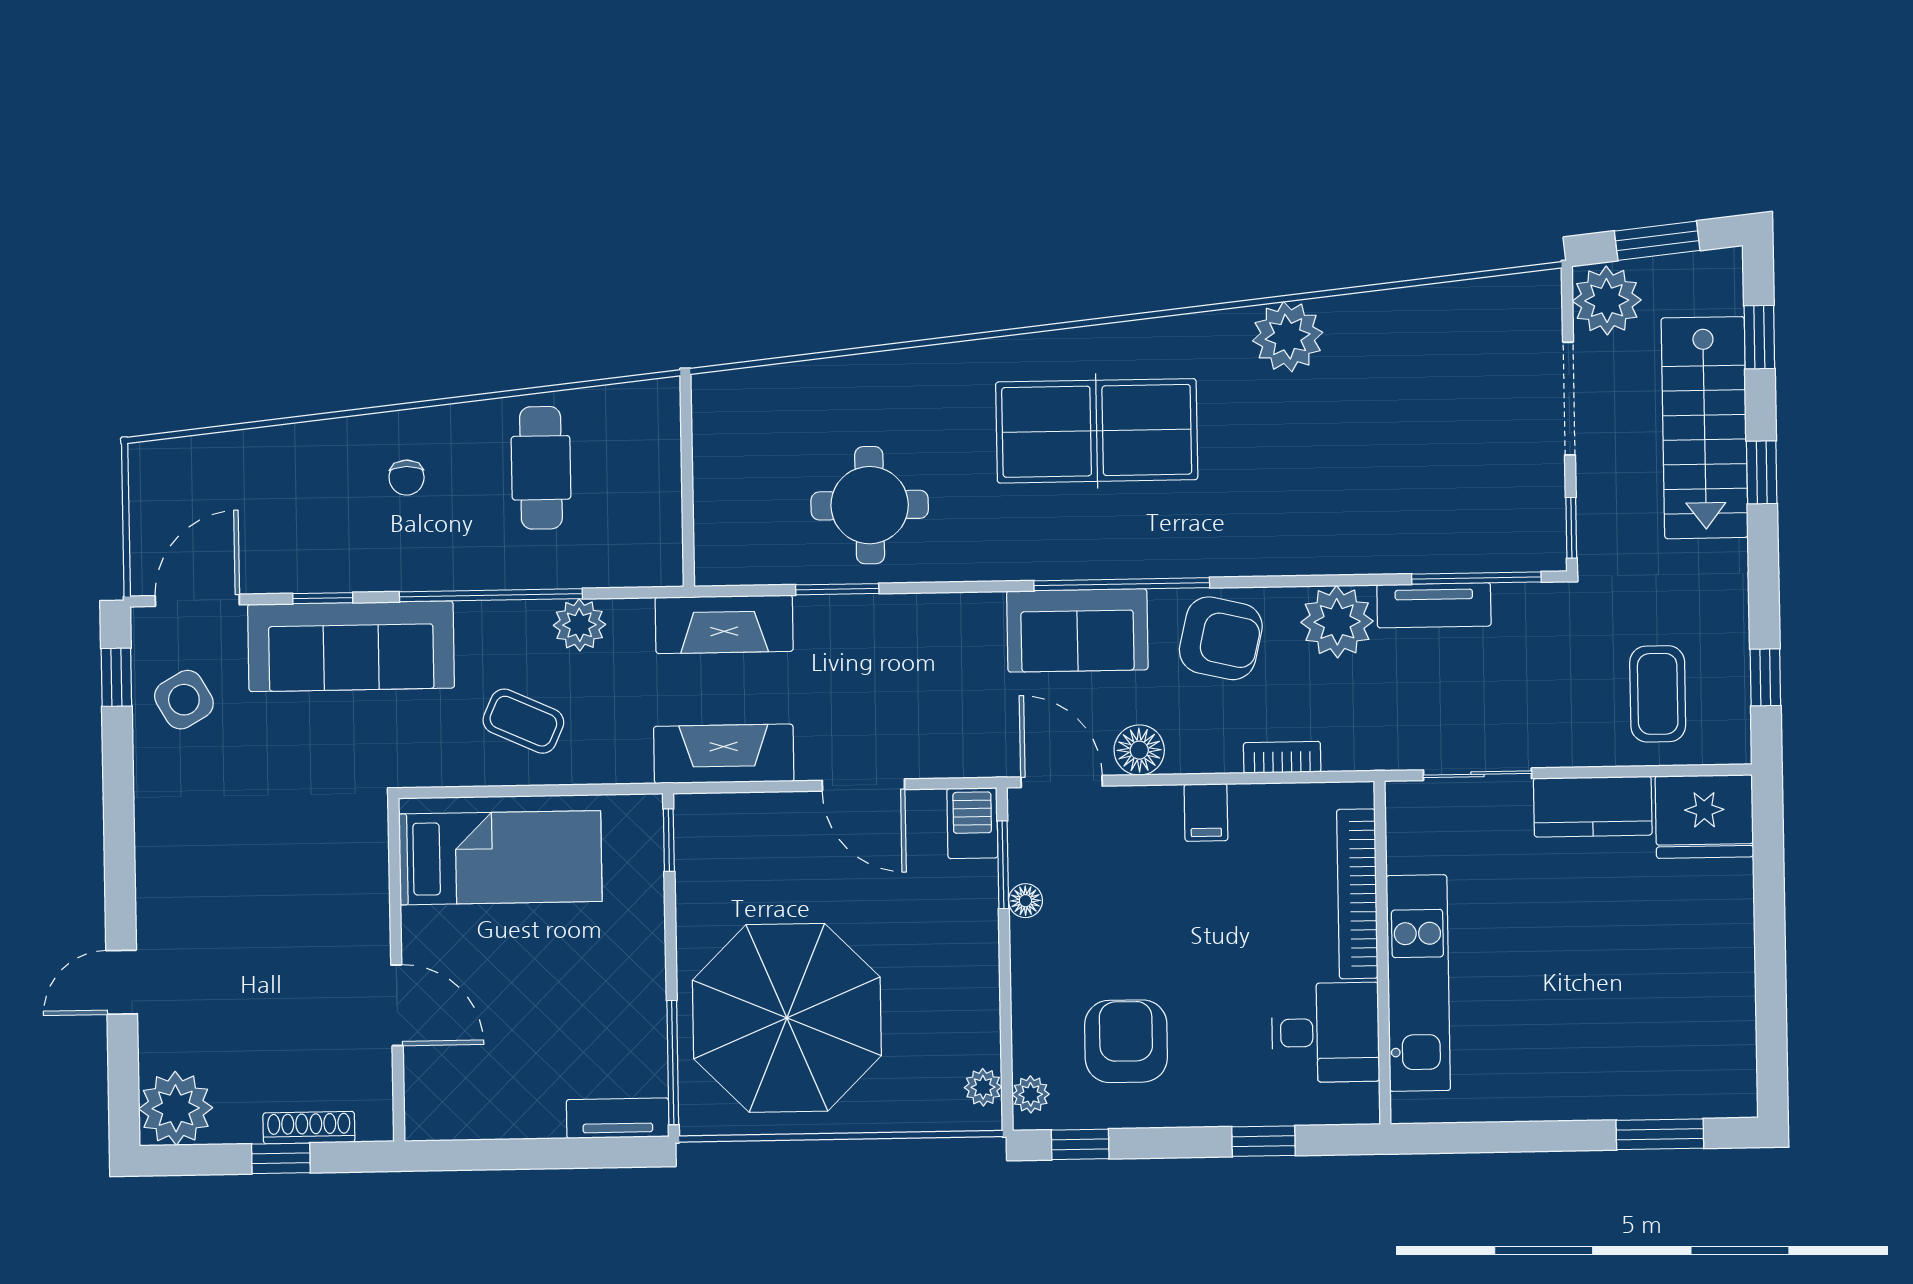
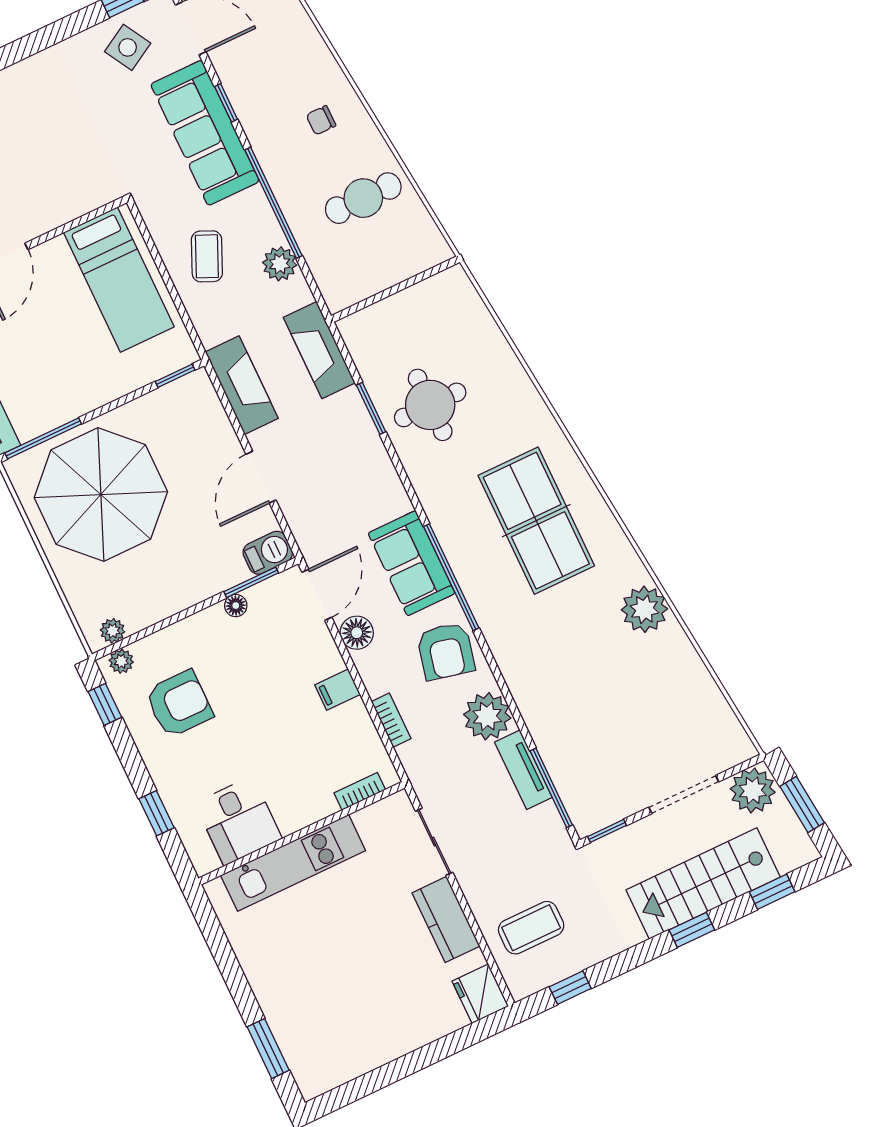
fridge: (1704, 816) -> (480, 994), width x0.73, depth x0.75
bookcase: (1357, 894) -> (360, 791), width x0.43, depth x0.76

